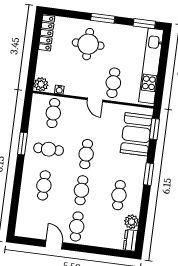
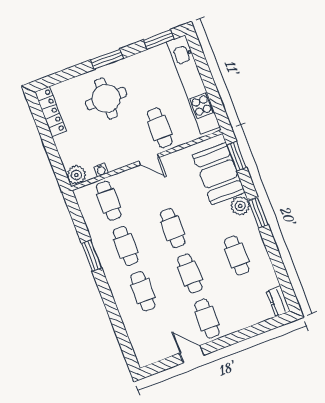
cafe table: (49, 149) -> (126, 246), turned 90
plant: (131, 222) -> (240, 206), moved

